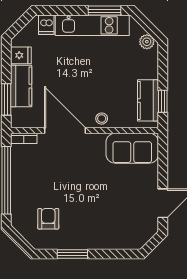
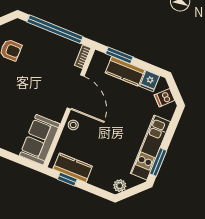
dishwasher: (46, 25) -> (164, 98), moved, turned -45
door: (65, 131) -> (76, 92), hinge flipped

